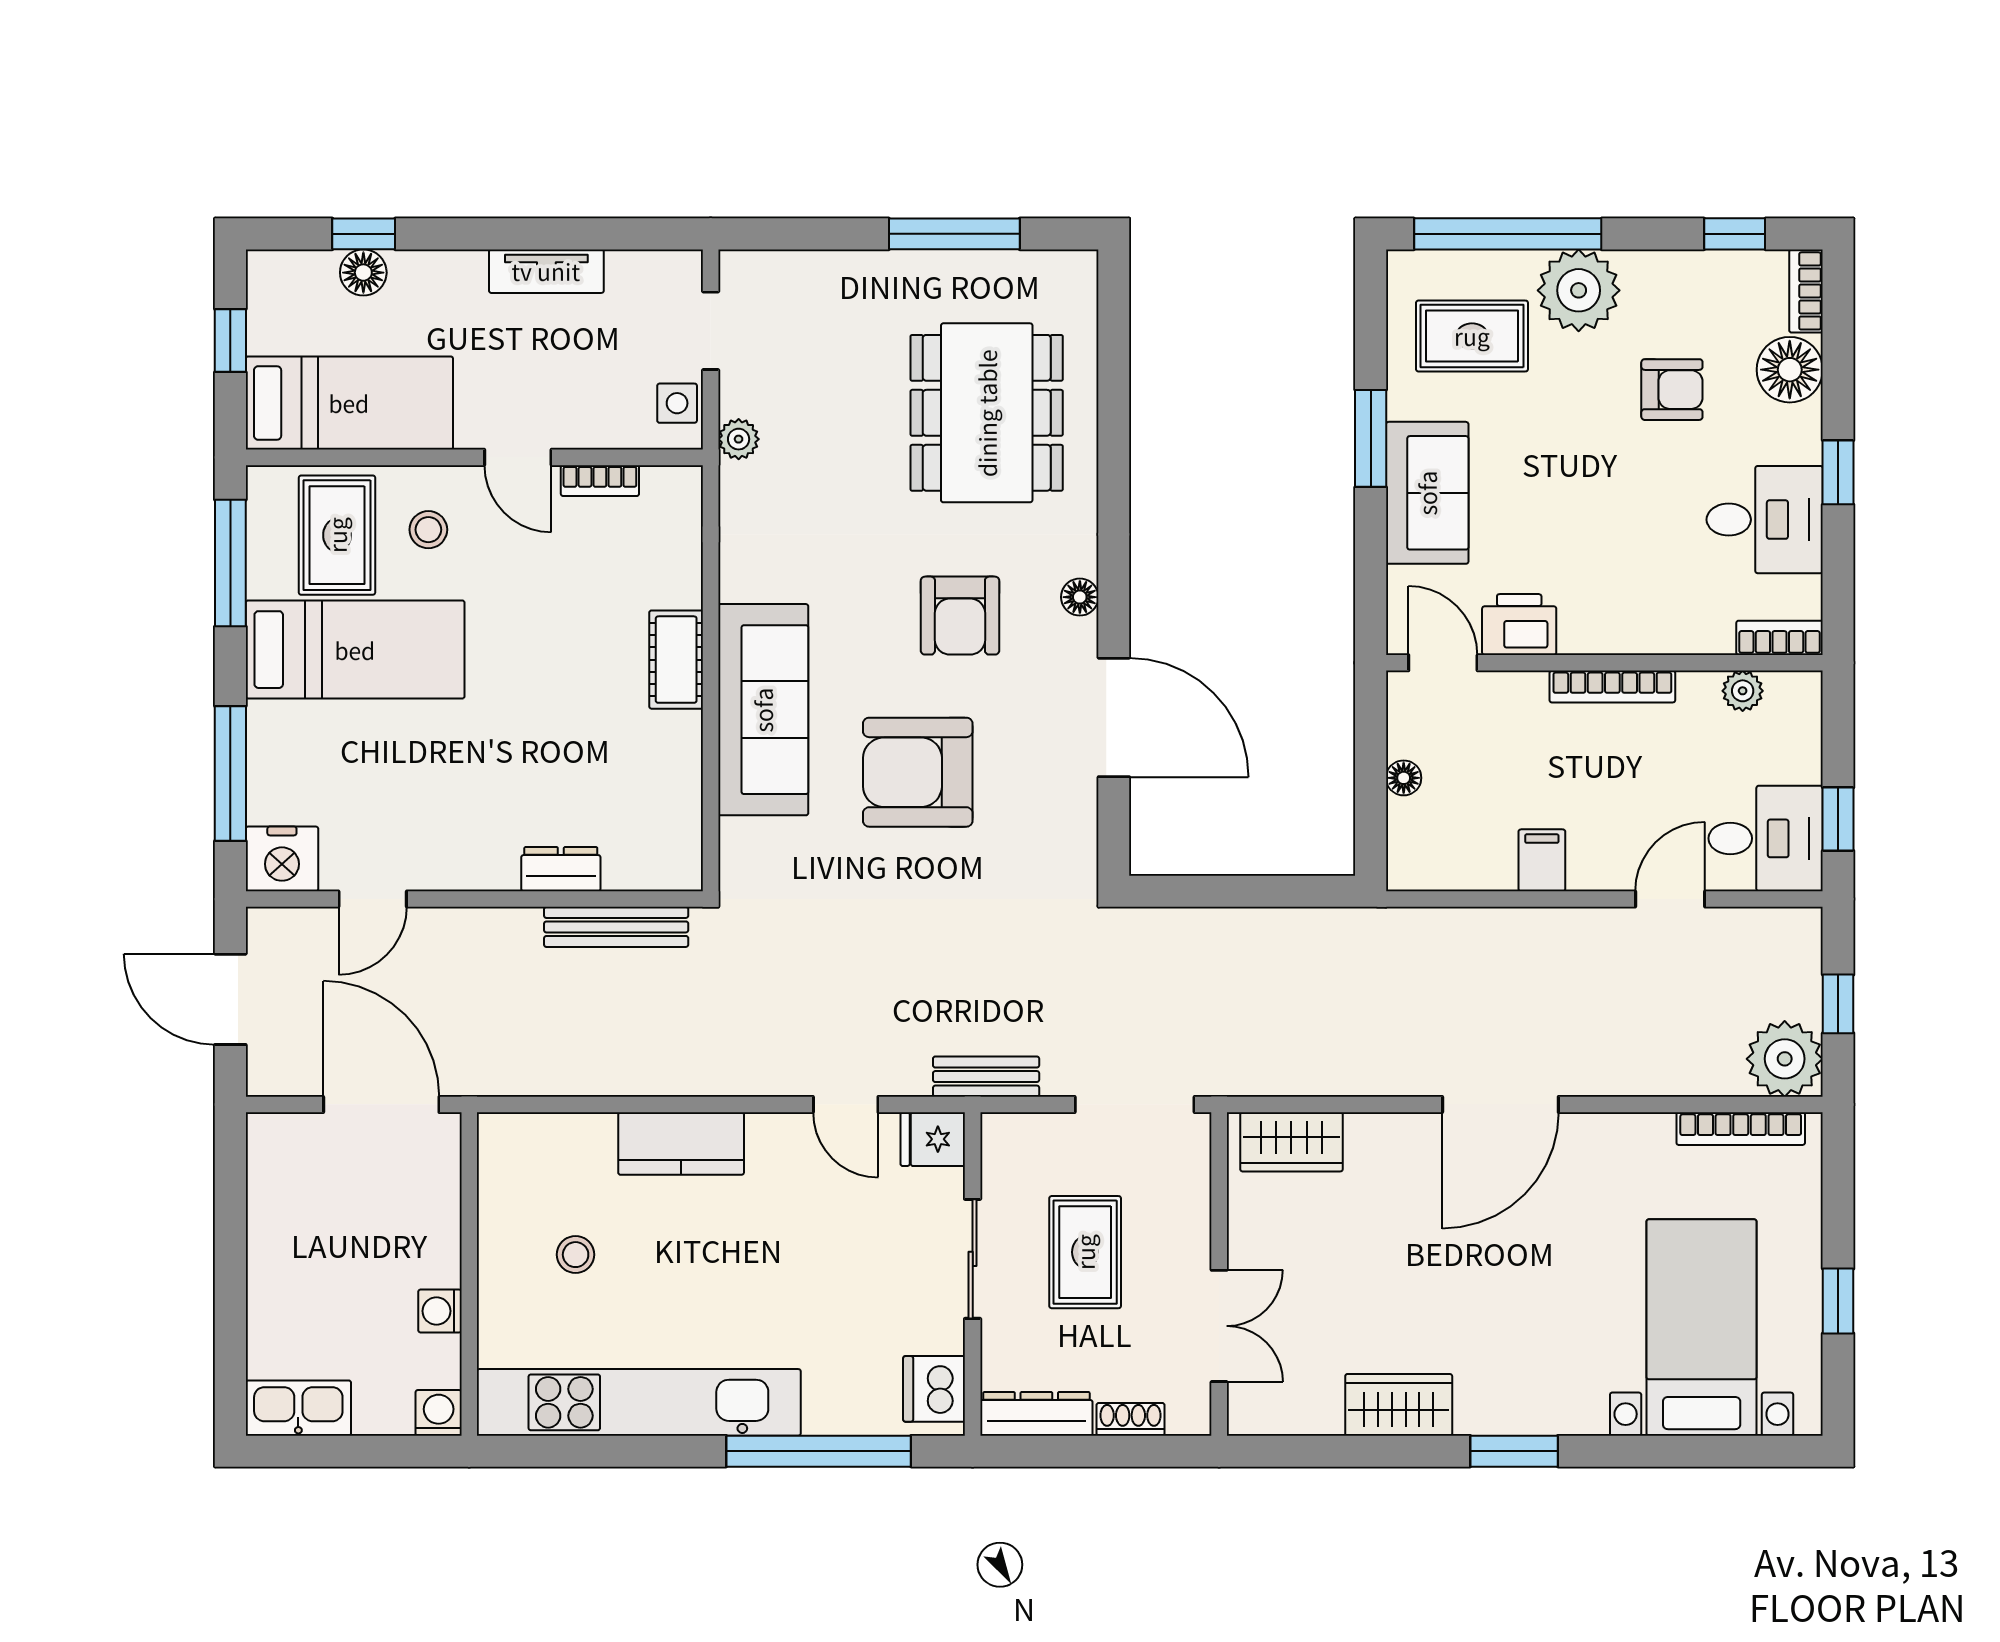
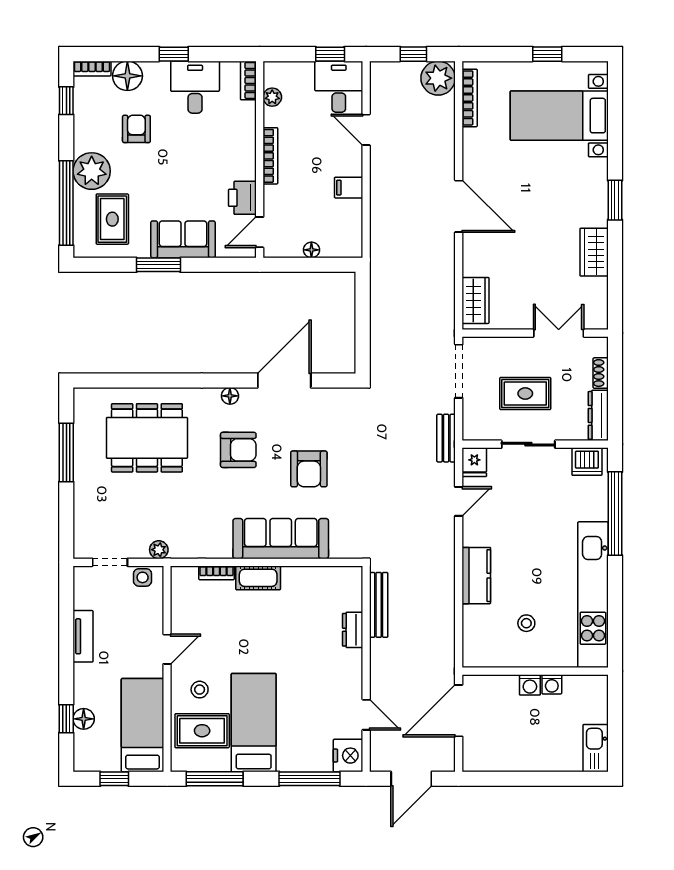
bookcase: (600, 481) -> (217, 573), moved, turned 90
armchair: (918, 772) -> (309, 469), width x0.73, depth x0.73
washing machine: (439, 1413) -> (530, 685), moved, turned -90

